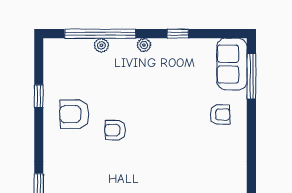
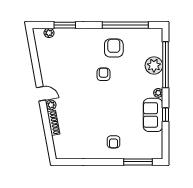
plant: (101, 45) -> (154, 66), width x1.88, depth x1.88
sofa: (232, 64) -> (153, 115), moved, turned -90
window: (39, 96) -> (125, 25), width x3.17

